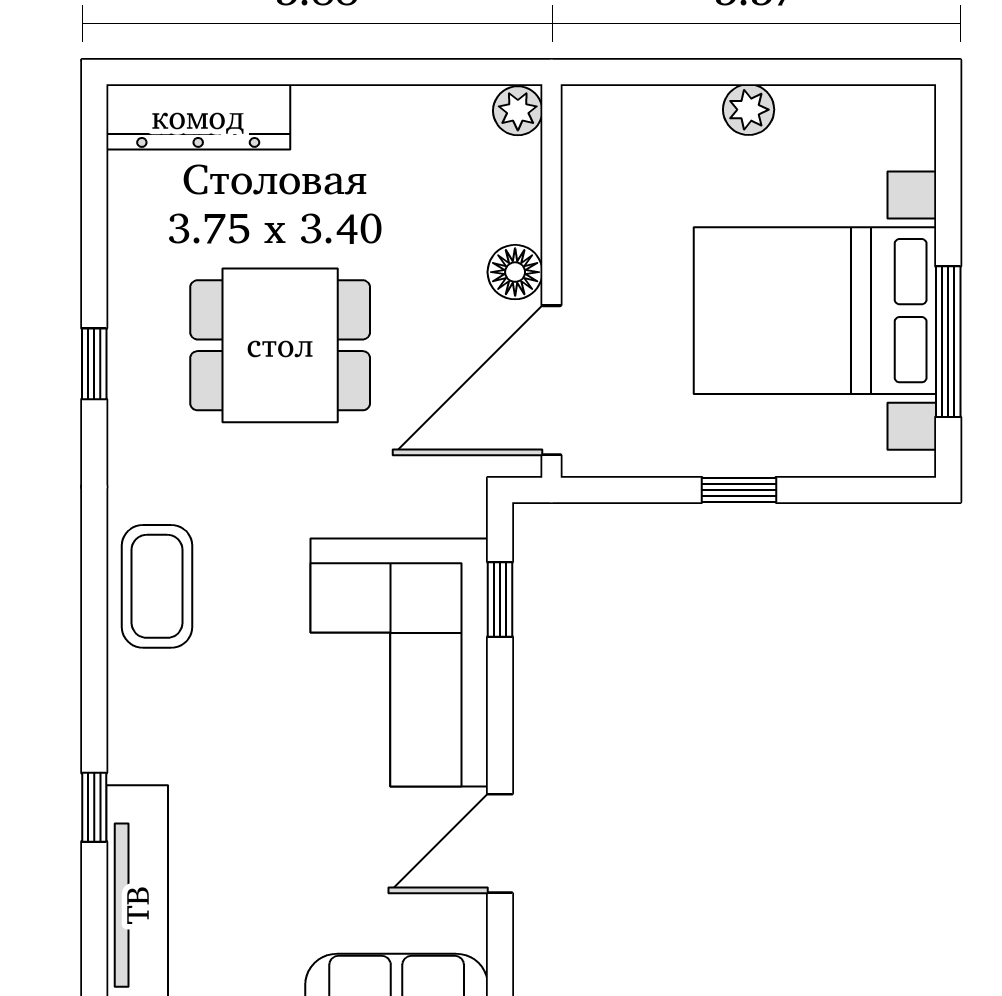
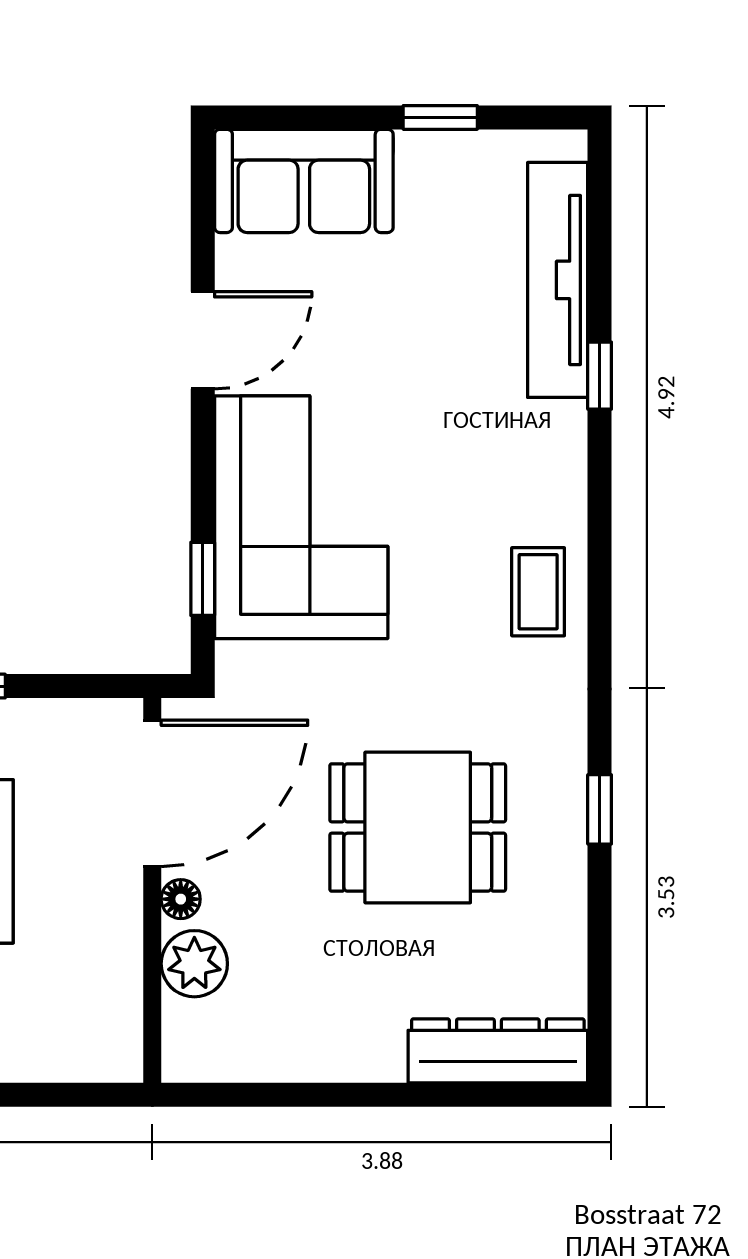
plant: (518, 111) -> (194, 964), moved, width x1.38, depth x1.38
floor lamp: (515, 272) -> (181, 899), width x0.73, depth x0.73
coffee table: (157, 586) -> (538, 592), width x0.73, depth x0.77

